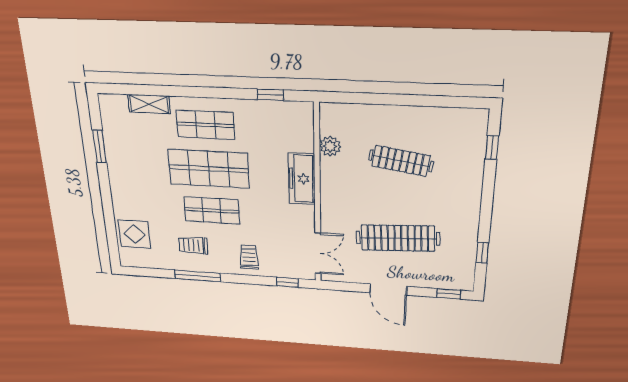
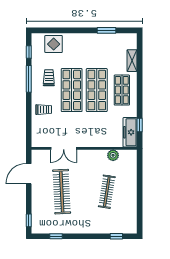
freezer: (302, 179) -> (130, 132), moved, turned -90
shop shelf: (212, 210) -> (72, 90), width x1.43, depth x1.36
double door: (318, 253) -> (64, 148), moved
window: (287, 282) -> (29, 52), moved
door: (388, 290) -> (29, 174), moved

